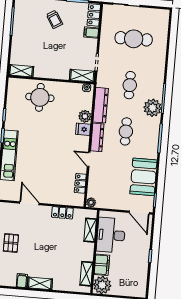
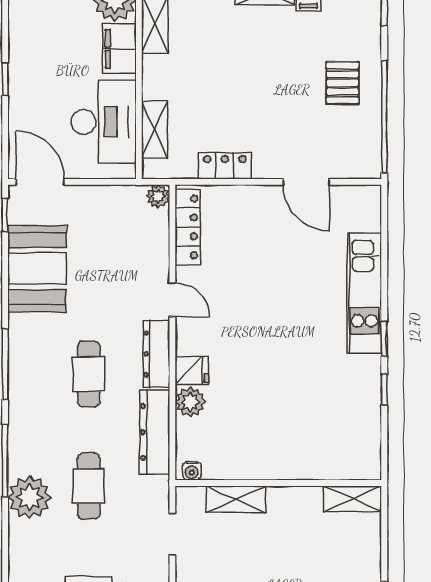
shelving: (82, 76) -> (236, 499), moved
round table: (40, 97) -> (302, 438), removed
plant: (153, 108) -> (29, 497), moved
locker: (80, 183) -> (188, 227), width x1.53

